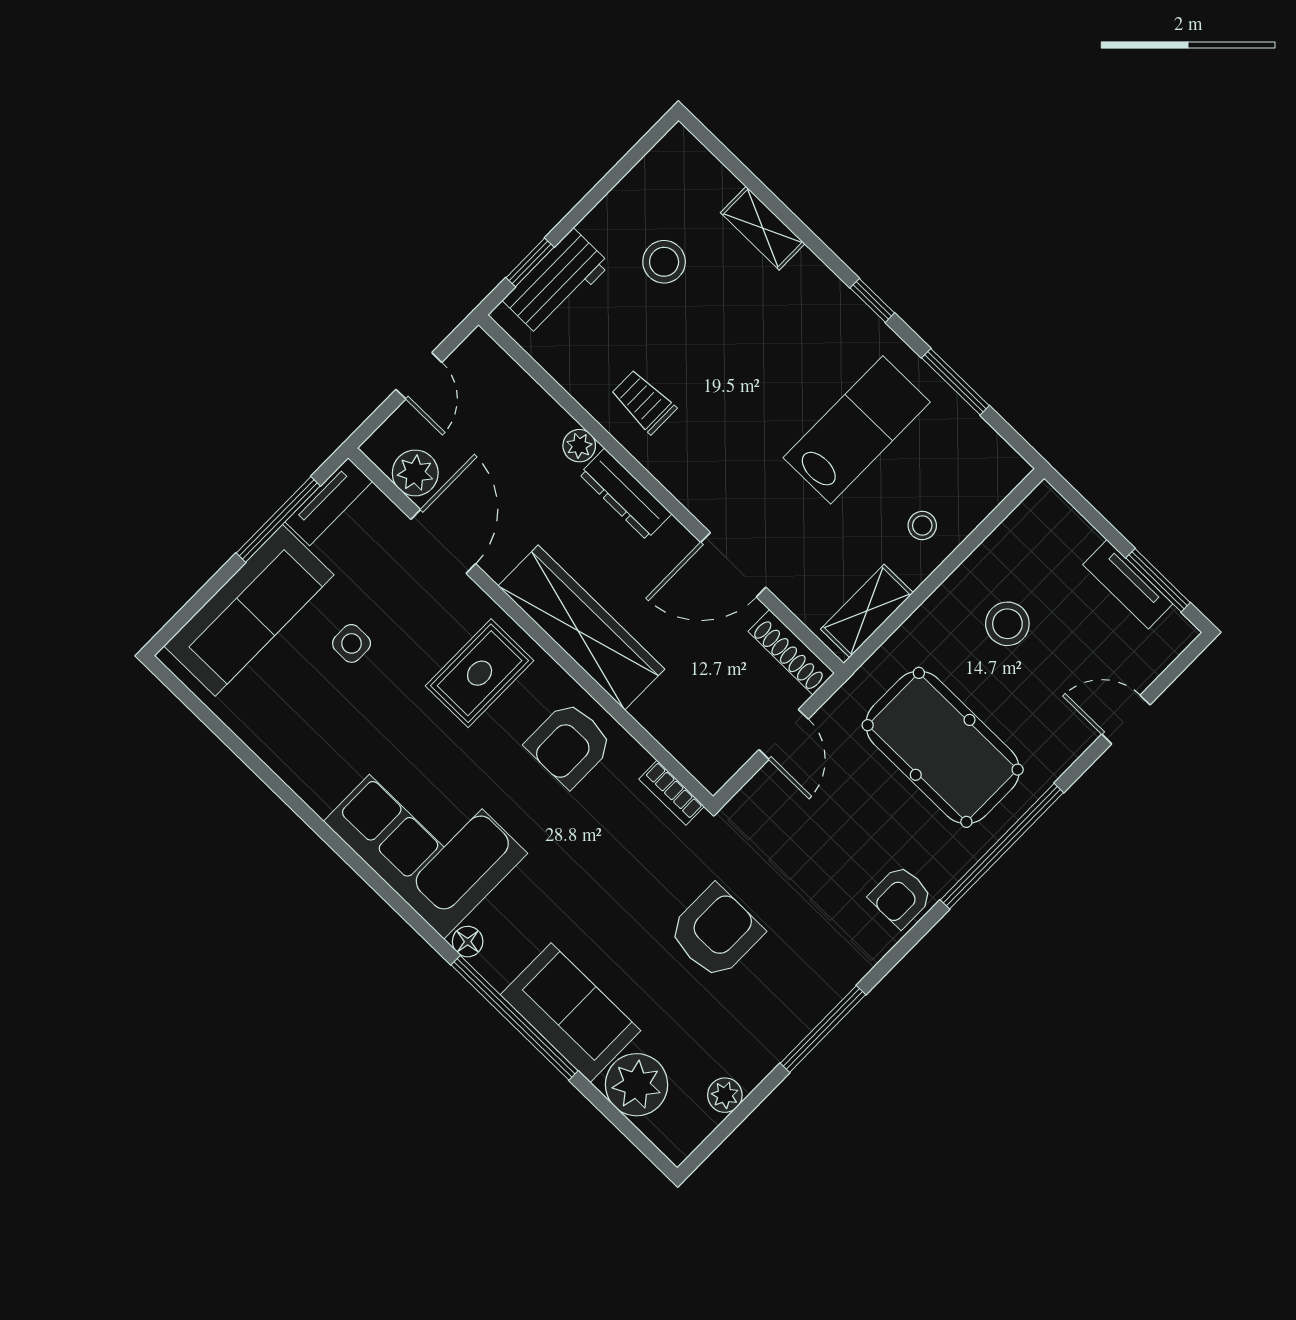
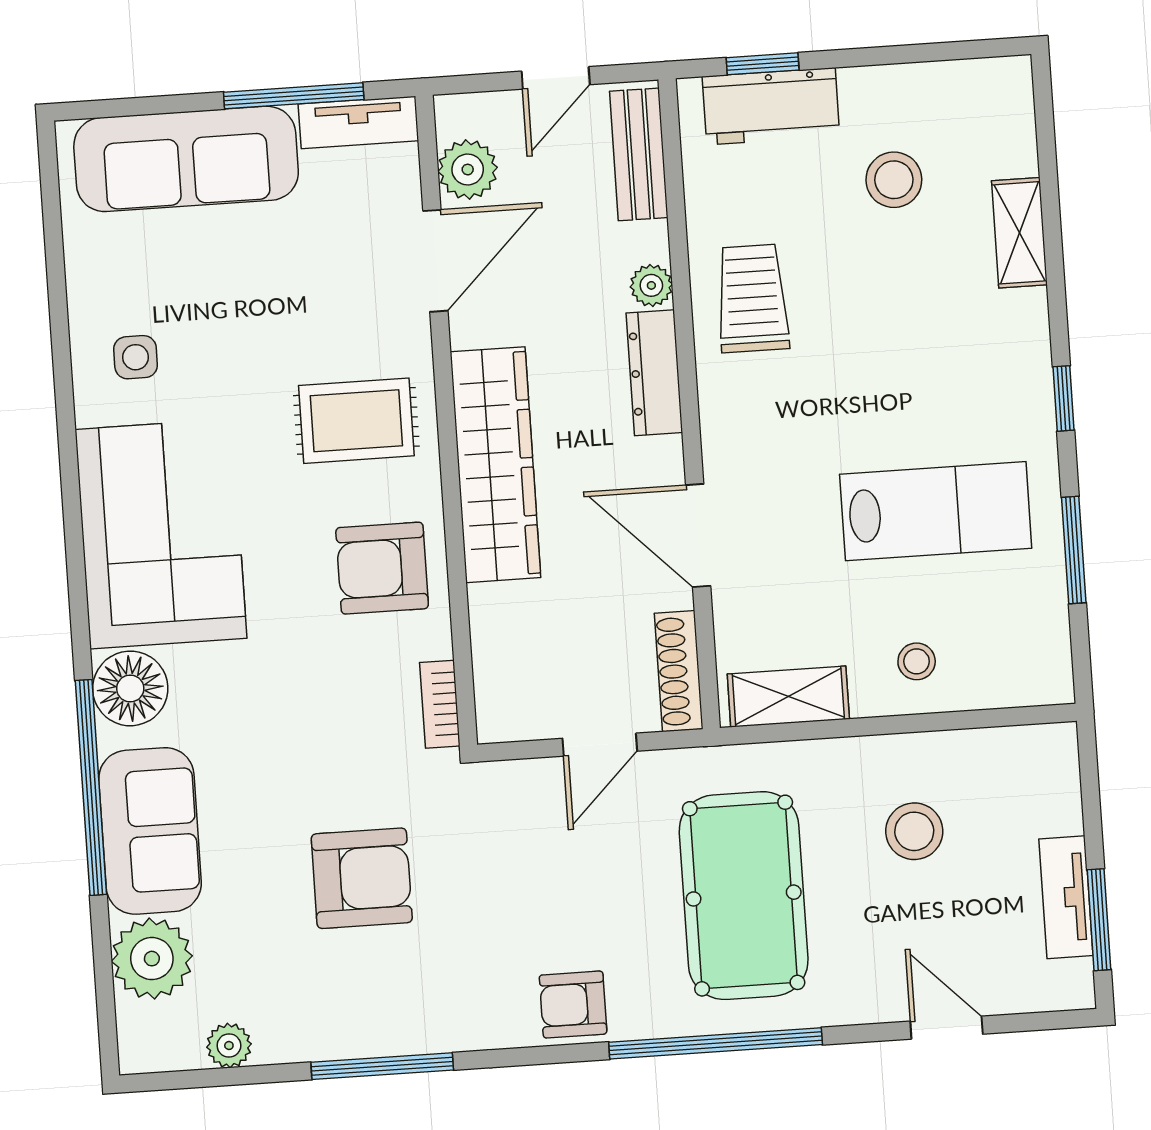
bench: (505, 377) -> (639, 154), added
trolley: (644, 402) -> (752, 298), width x1.36, depth x1.39
side table: (352, 643) -> (136, 357), moved
floor lamp: (468, 942) -> (130, 688), width x1.89, depth x1.89

